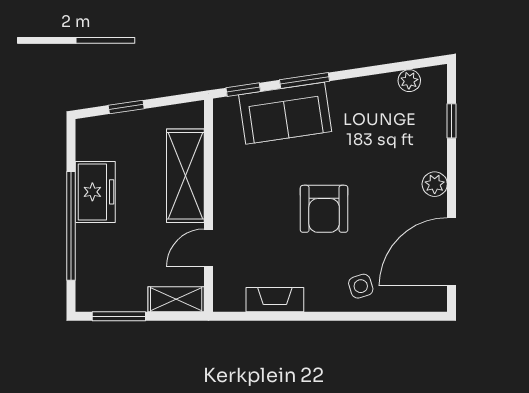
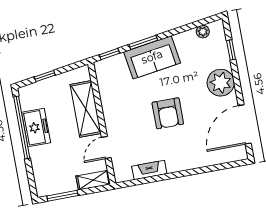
sofa: (285, 113) -> (152, 57), moved
plant: (435, 184) -> (221, 83), width x1.88, depth x1.88
window: (71, 226) -> (22, 128), moved
side table: (361, 286) -> (197, 153), removed

